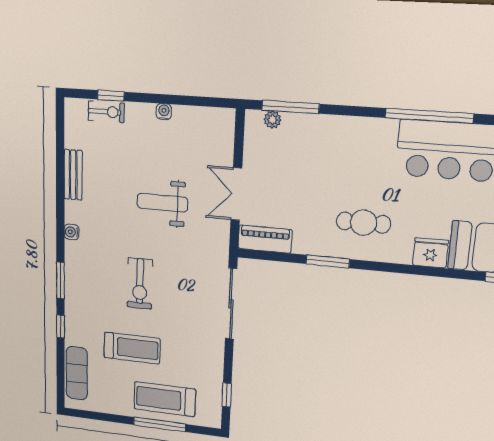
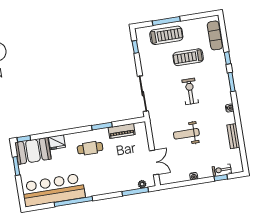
double door: (236, 194) -> (154, 162), moved
weight bench: (162, 203) -> (186, 134), turned 180
piano: (265, 239) -> (122, 131), moved

